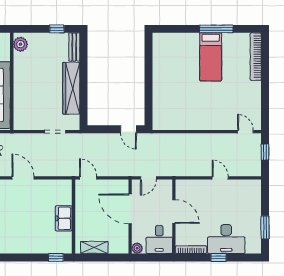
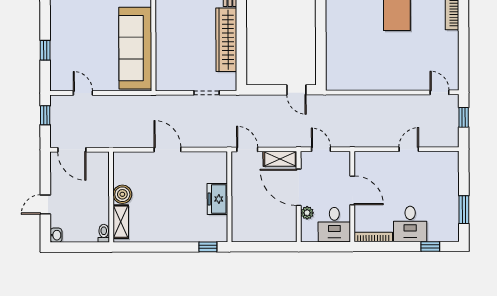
door: (148, 178) -> (321, 149), swing flipped
door: (220, 178) -> (409, 149), hinge flipped
desk: (226, 239) -> (410, 224), width x0.73
shelving: (94, 247) -> (280, 159), moved
plant: (137, 248) -> (307, 213), moved
window: (218, 257) -> (430, 247), moved

